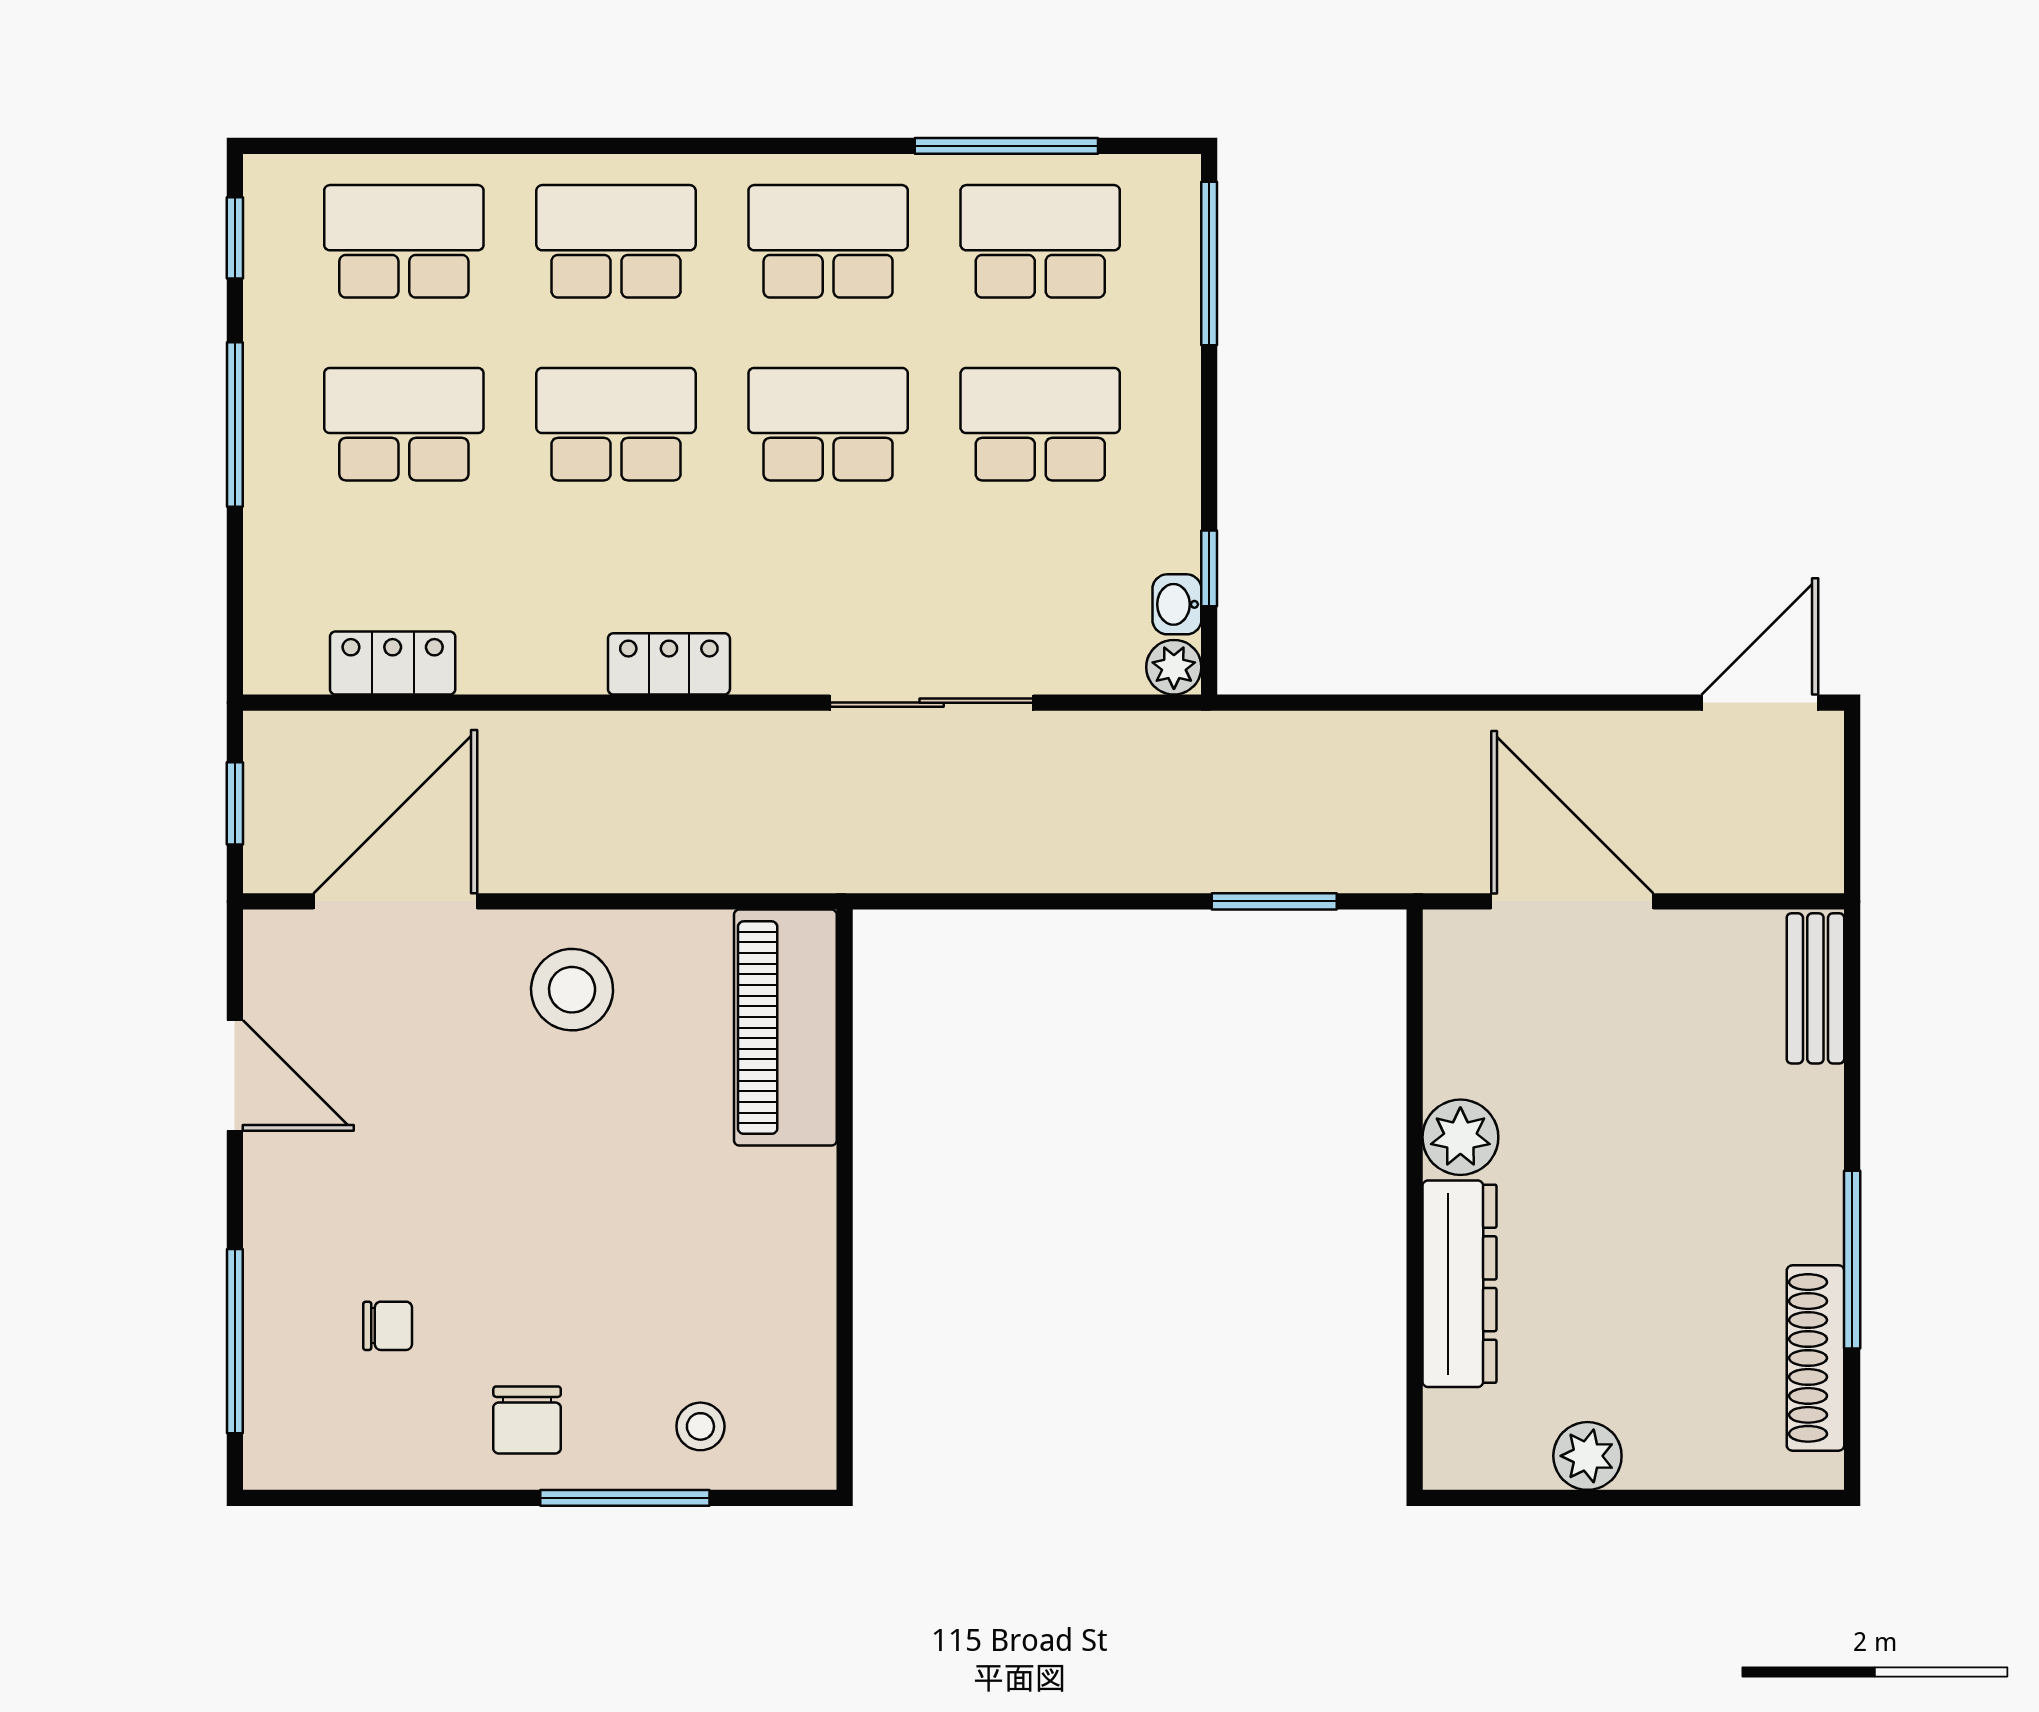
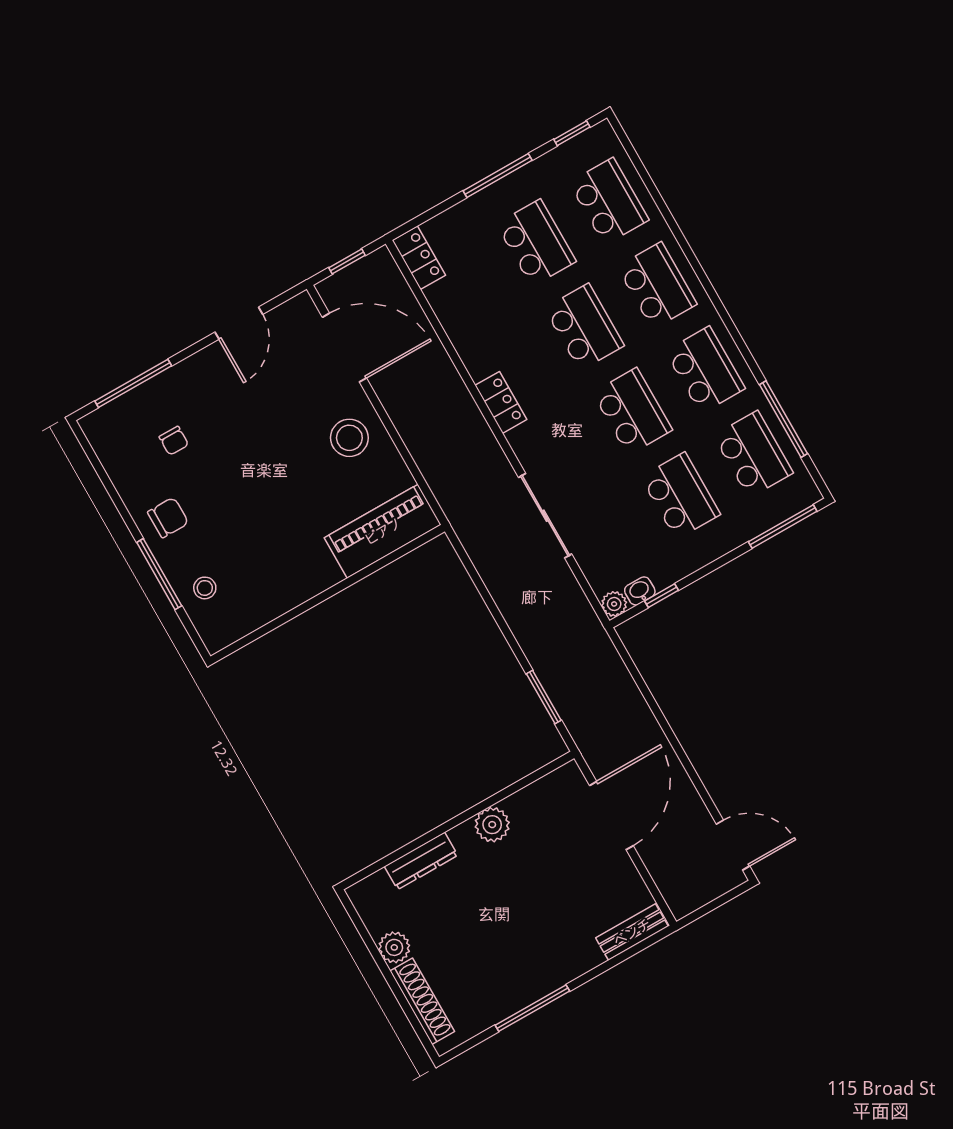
locker: (393, 663) -> (419, 258), moved
dresser: (1459, 1284) -> (421, 861), width x0.73, depth x0.80
shoe rack: (1815, 1358) -> (422, 1001), moved, turned 90
chair: (527, 1420) -> (168, 518), turned 180

